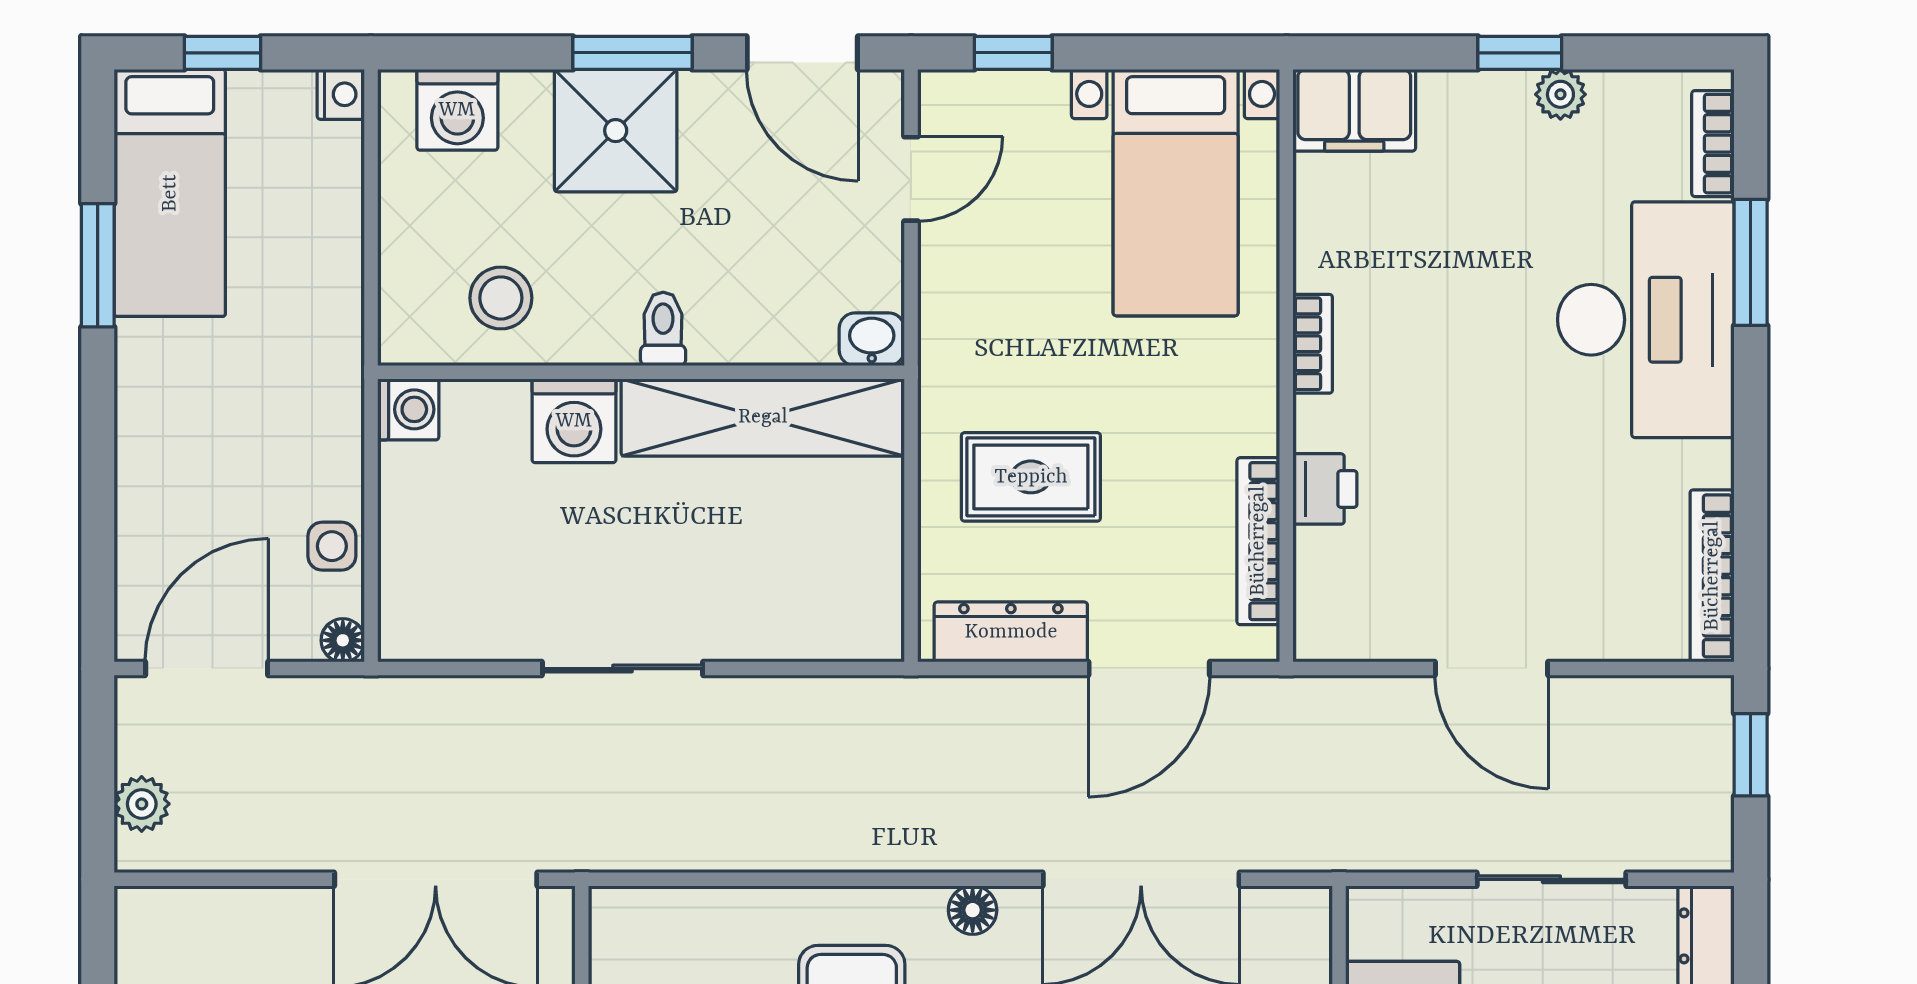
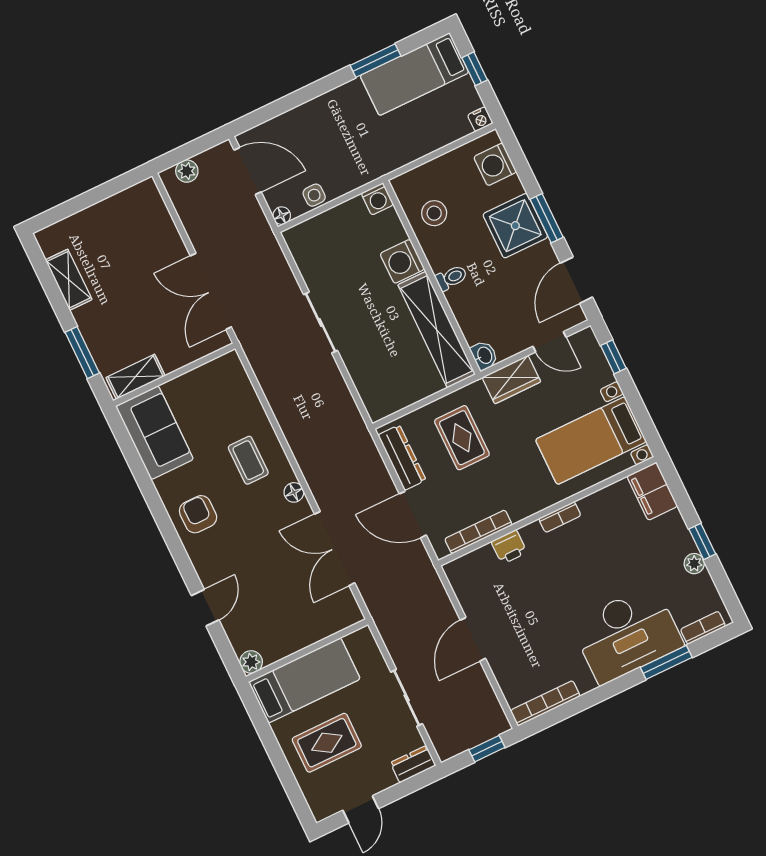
wardrobe: (954, 304) -> (511, 380), added

